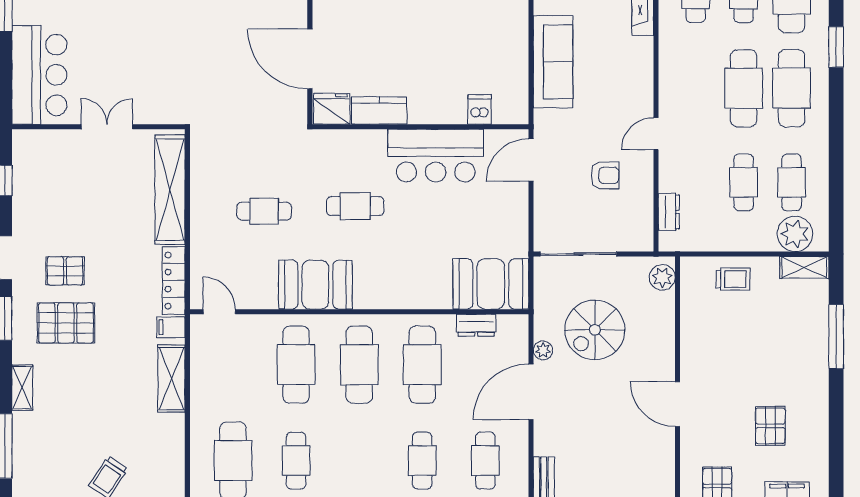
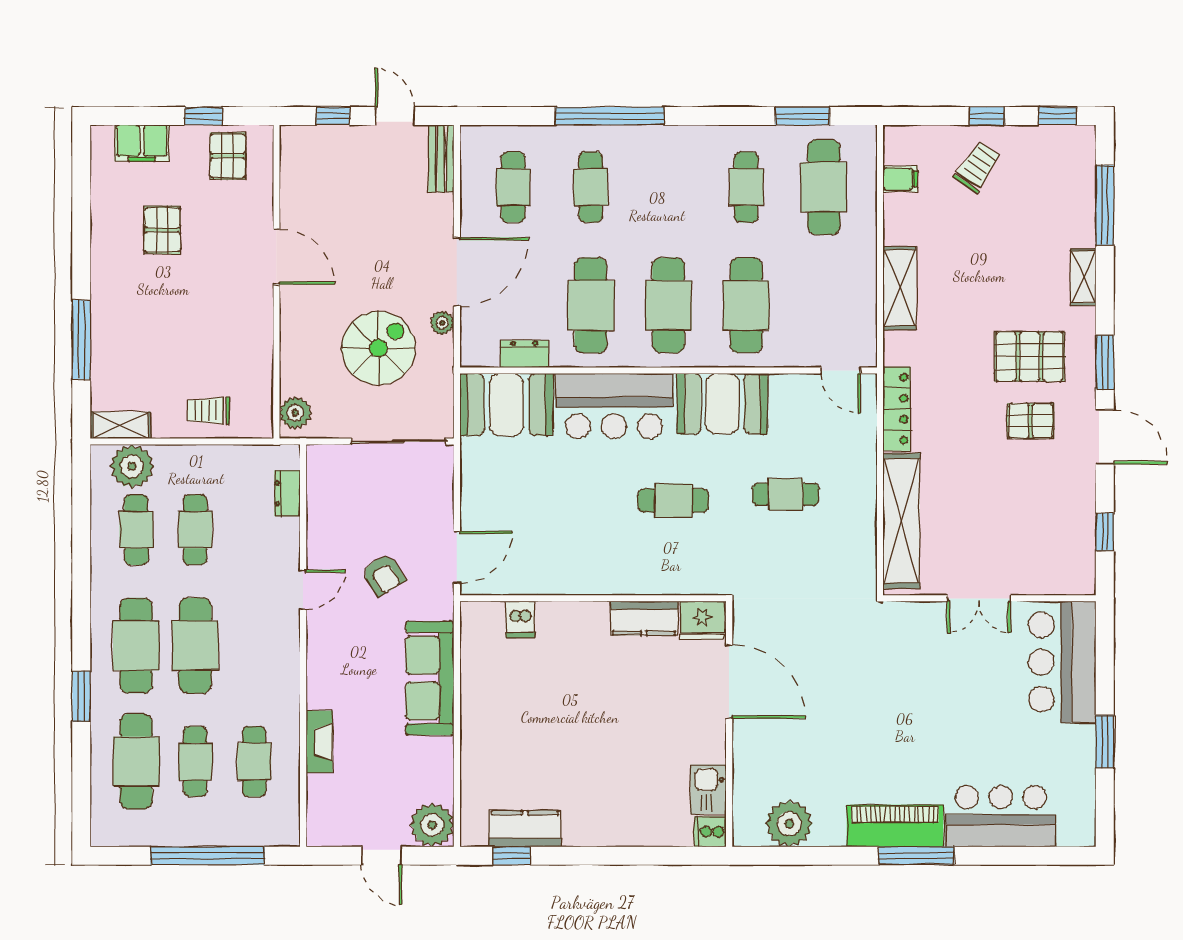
bar counter: (436, 156) -> (614, 406), moved, turned 180
armchair: (605, 175) -> (383, 575), moved, turned -122
filing cabinet: (171, 327) -> (900, 179), moved

